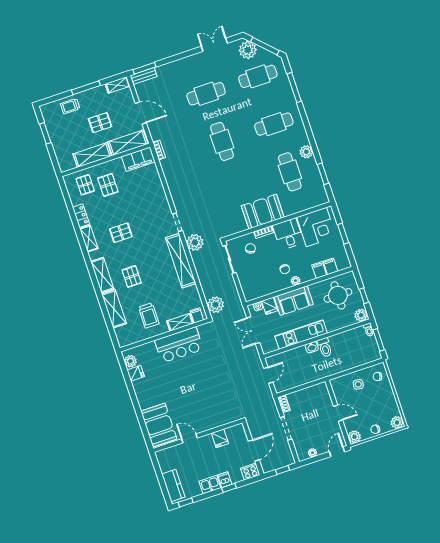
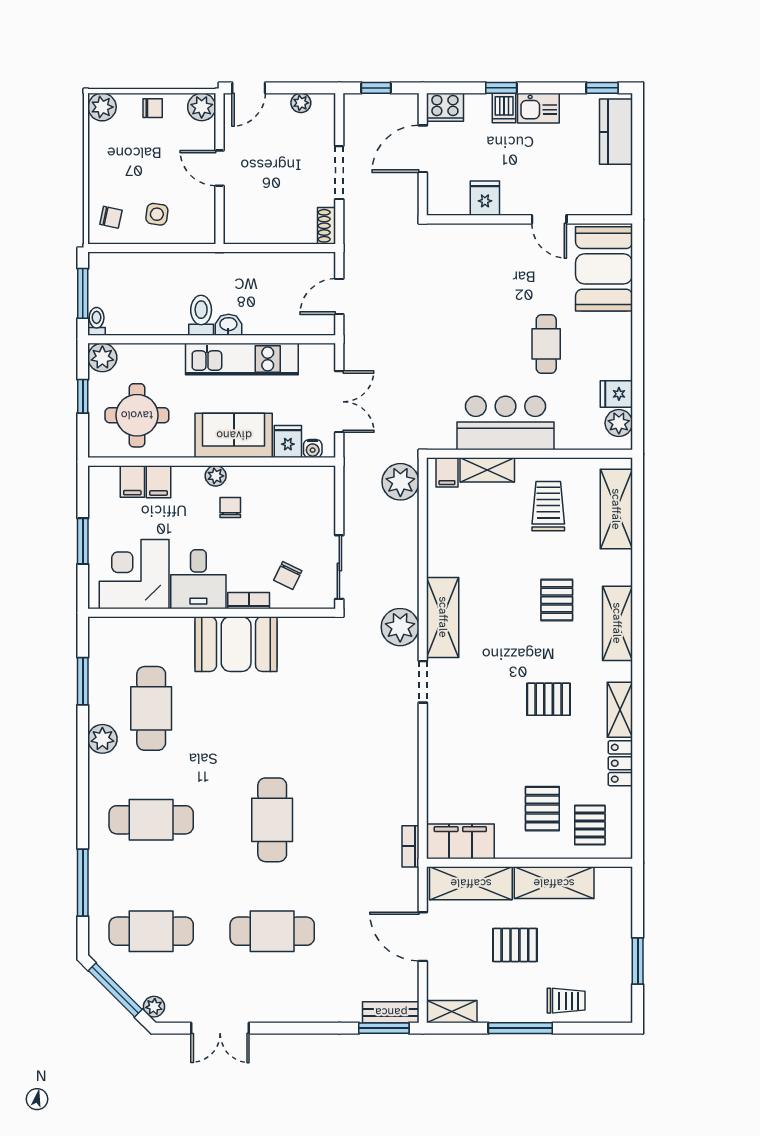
plant: (248, 50) -> (154, 1007), width x0.53, depth x0.53
shelving: (181, 261) -> (443, 617), width x0.68
shelving: (114, 309) -> (616, 509), moved
cafe table: (173, 385) -> (546, 344), added

